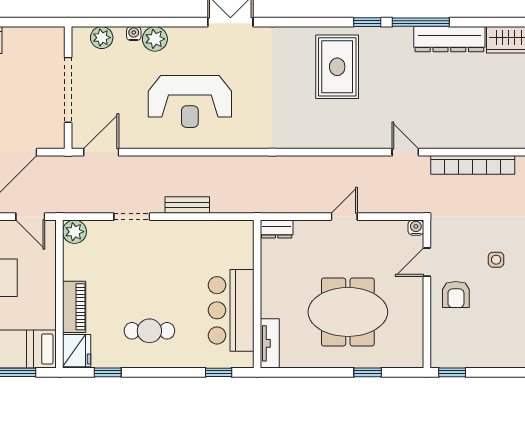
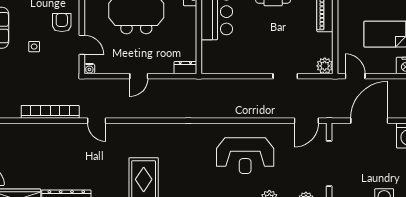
reception desk: (190, 101) -> (245, 156), turned 180
bench: (187, 205) -> (247, 84), removed
door: (427, 262) -> (82, 45), hinge flipped

